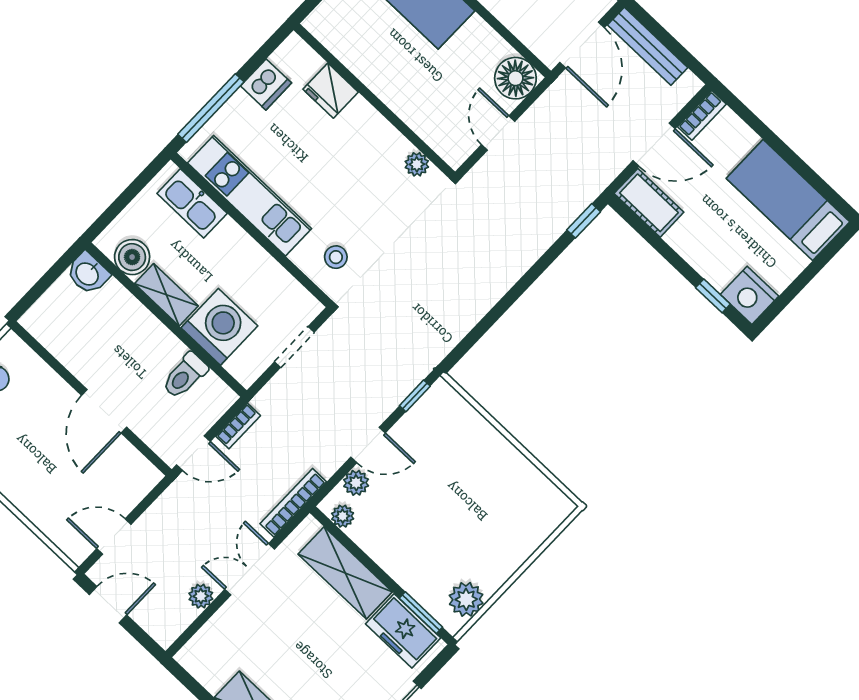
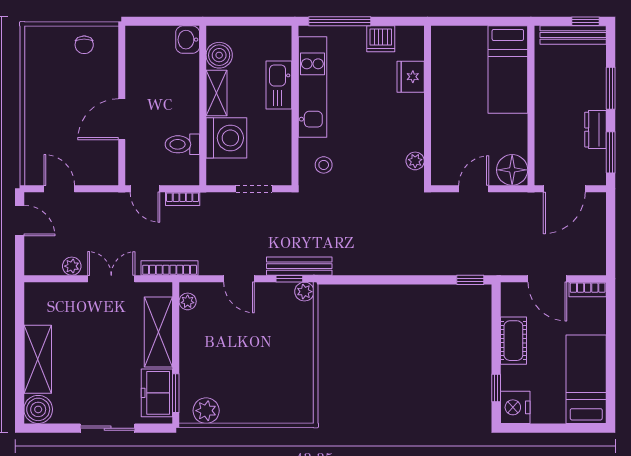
bench: (648, 46) -> (299, 266), moved, turned 90
kitchen sink: (192, 203) -> (279, 85), moved
cot: (649, 203) -> (513, 341), moved
plant: (356, 483) -> (304, 292), moved

